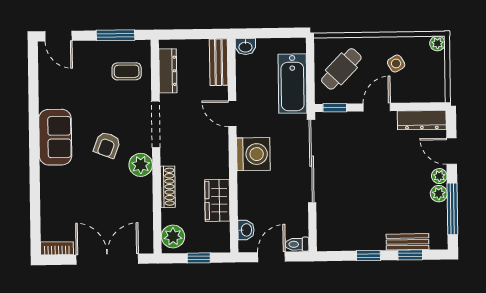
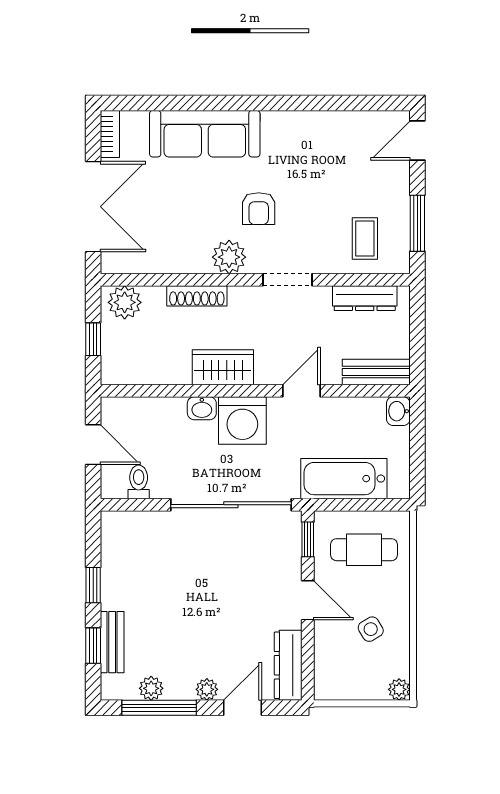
cafe table: (341, 69) -> (364, 550), turned -44
doorway: (156, 124) -> (287, 280), width x0.73
sofa: (55, 137) -> (205, 134), moved, width x1.36
armchair: (107, 145) -> (259, 209), turned -111
plant: (439, 194) -> (151, 688), moved
wardrobe: (217, 200) -> (223, 367), moved
washbasin: (246, 230) -> (202, 408), moved
toilet: (297, 244) -> (139, 482), moved

